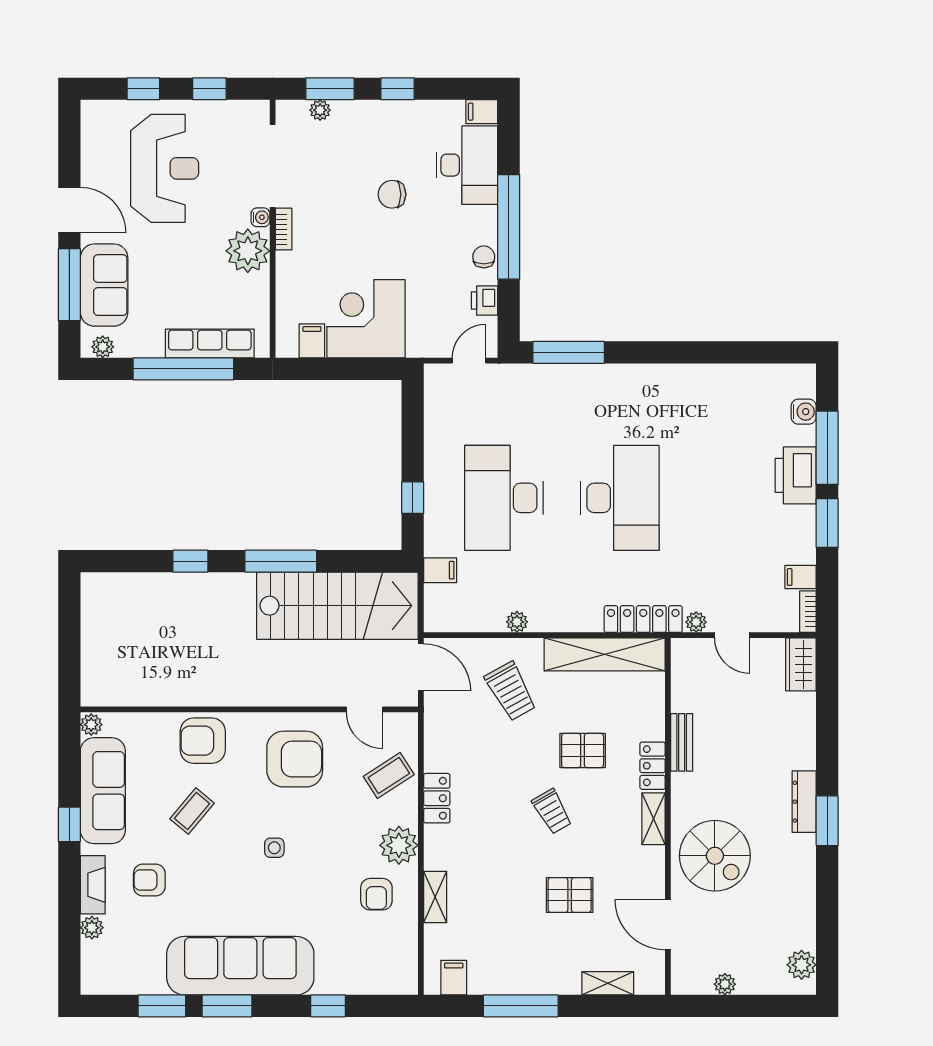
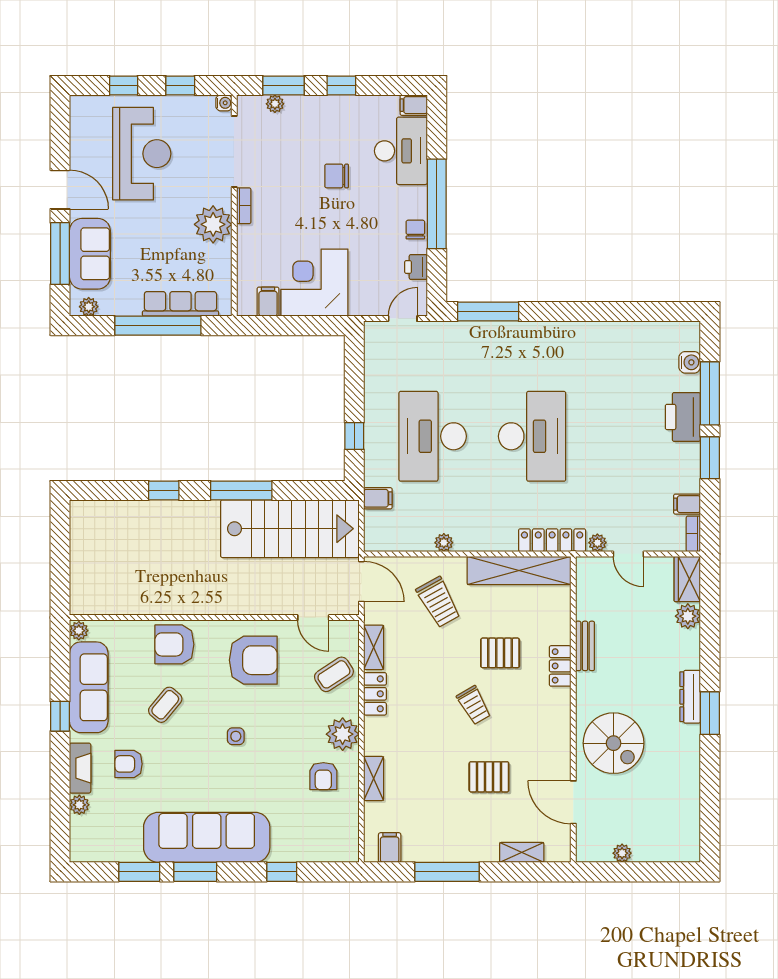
water cooler: (260, 217) -> (224, 103), moved
shelving: (654, 819) -> (374, 647), moved
plant: (802, 965) -> (688, 616), moved

